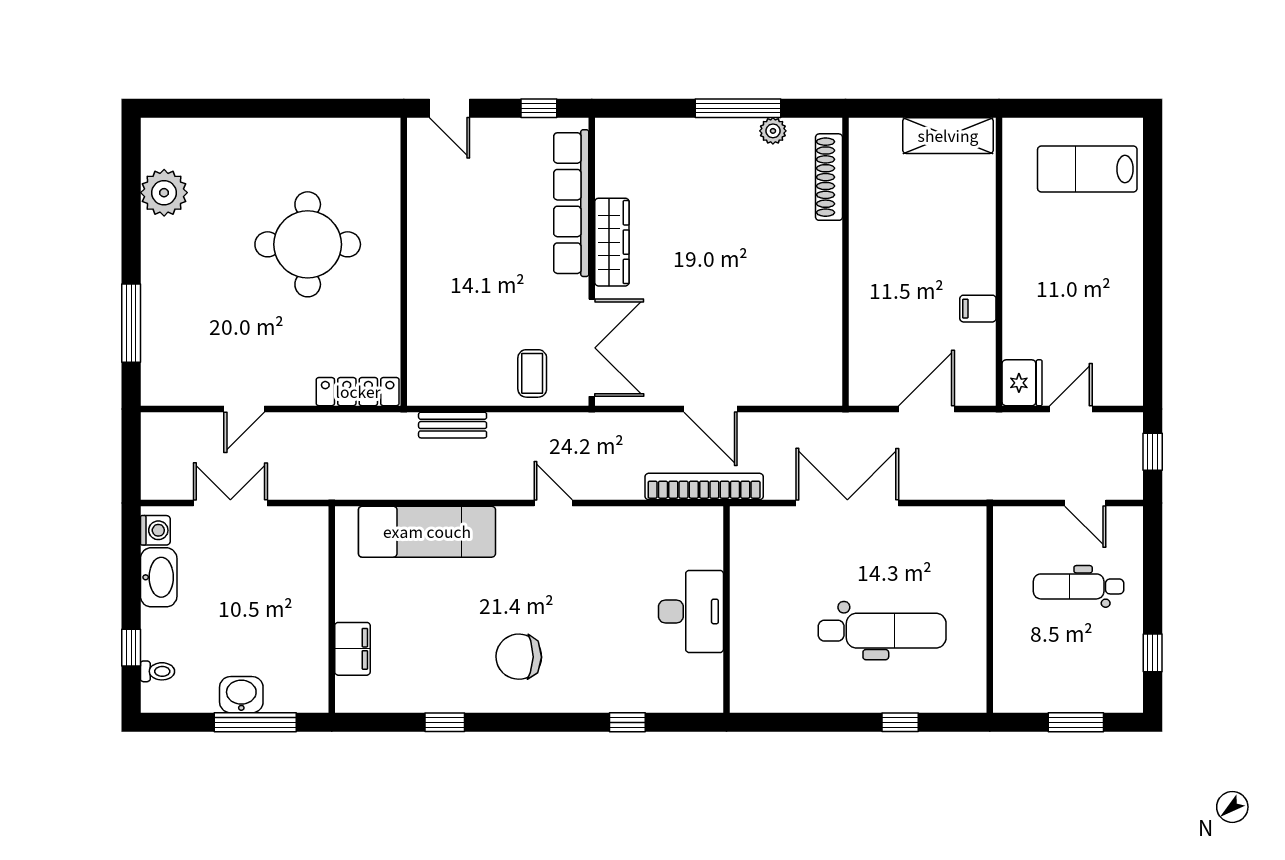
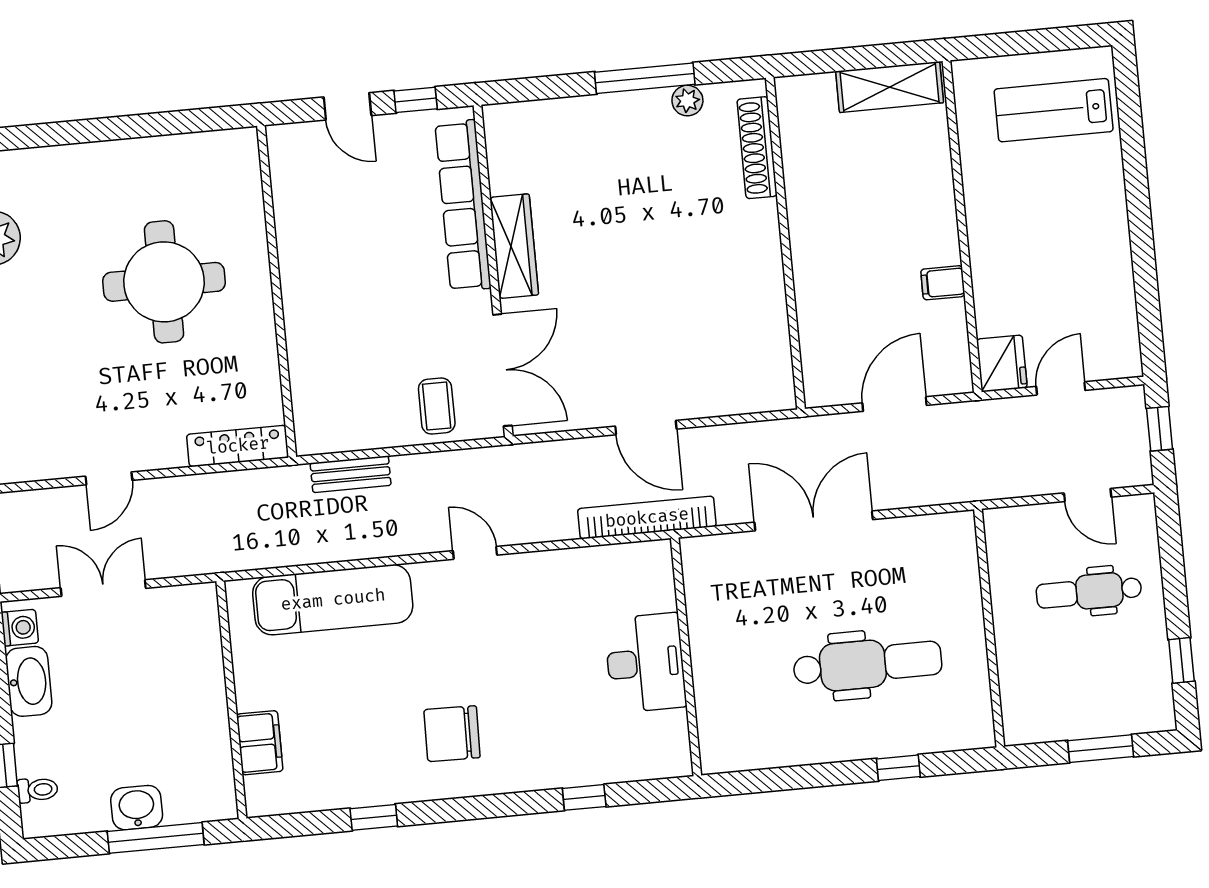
door: (450, 108) -> (348, 106), moved

